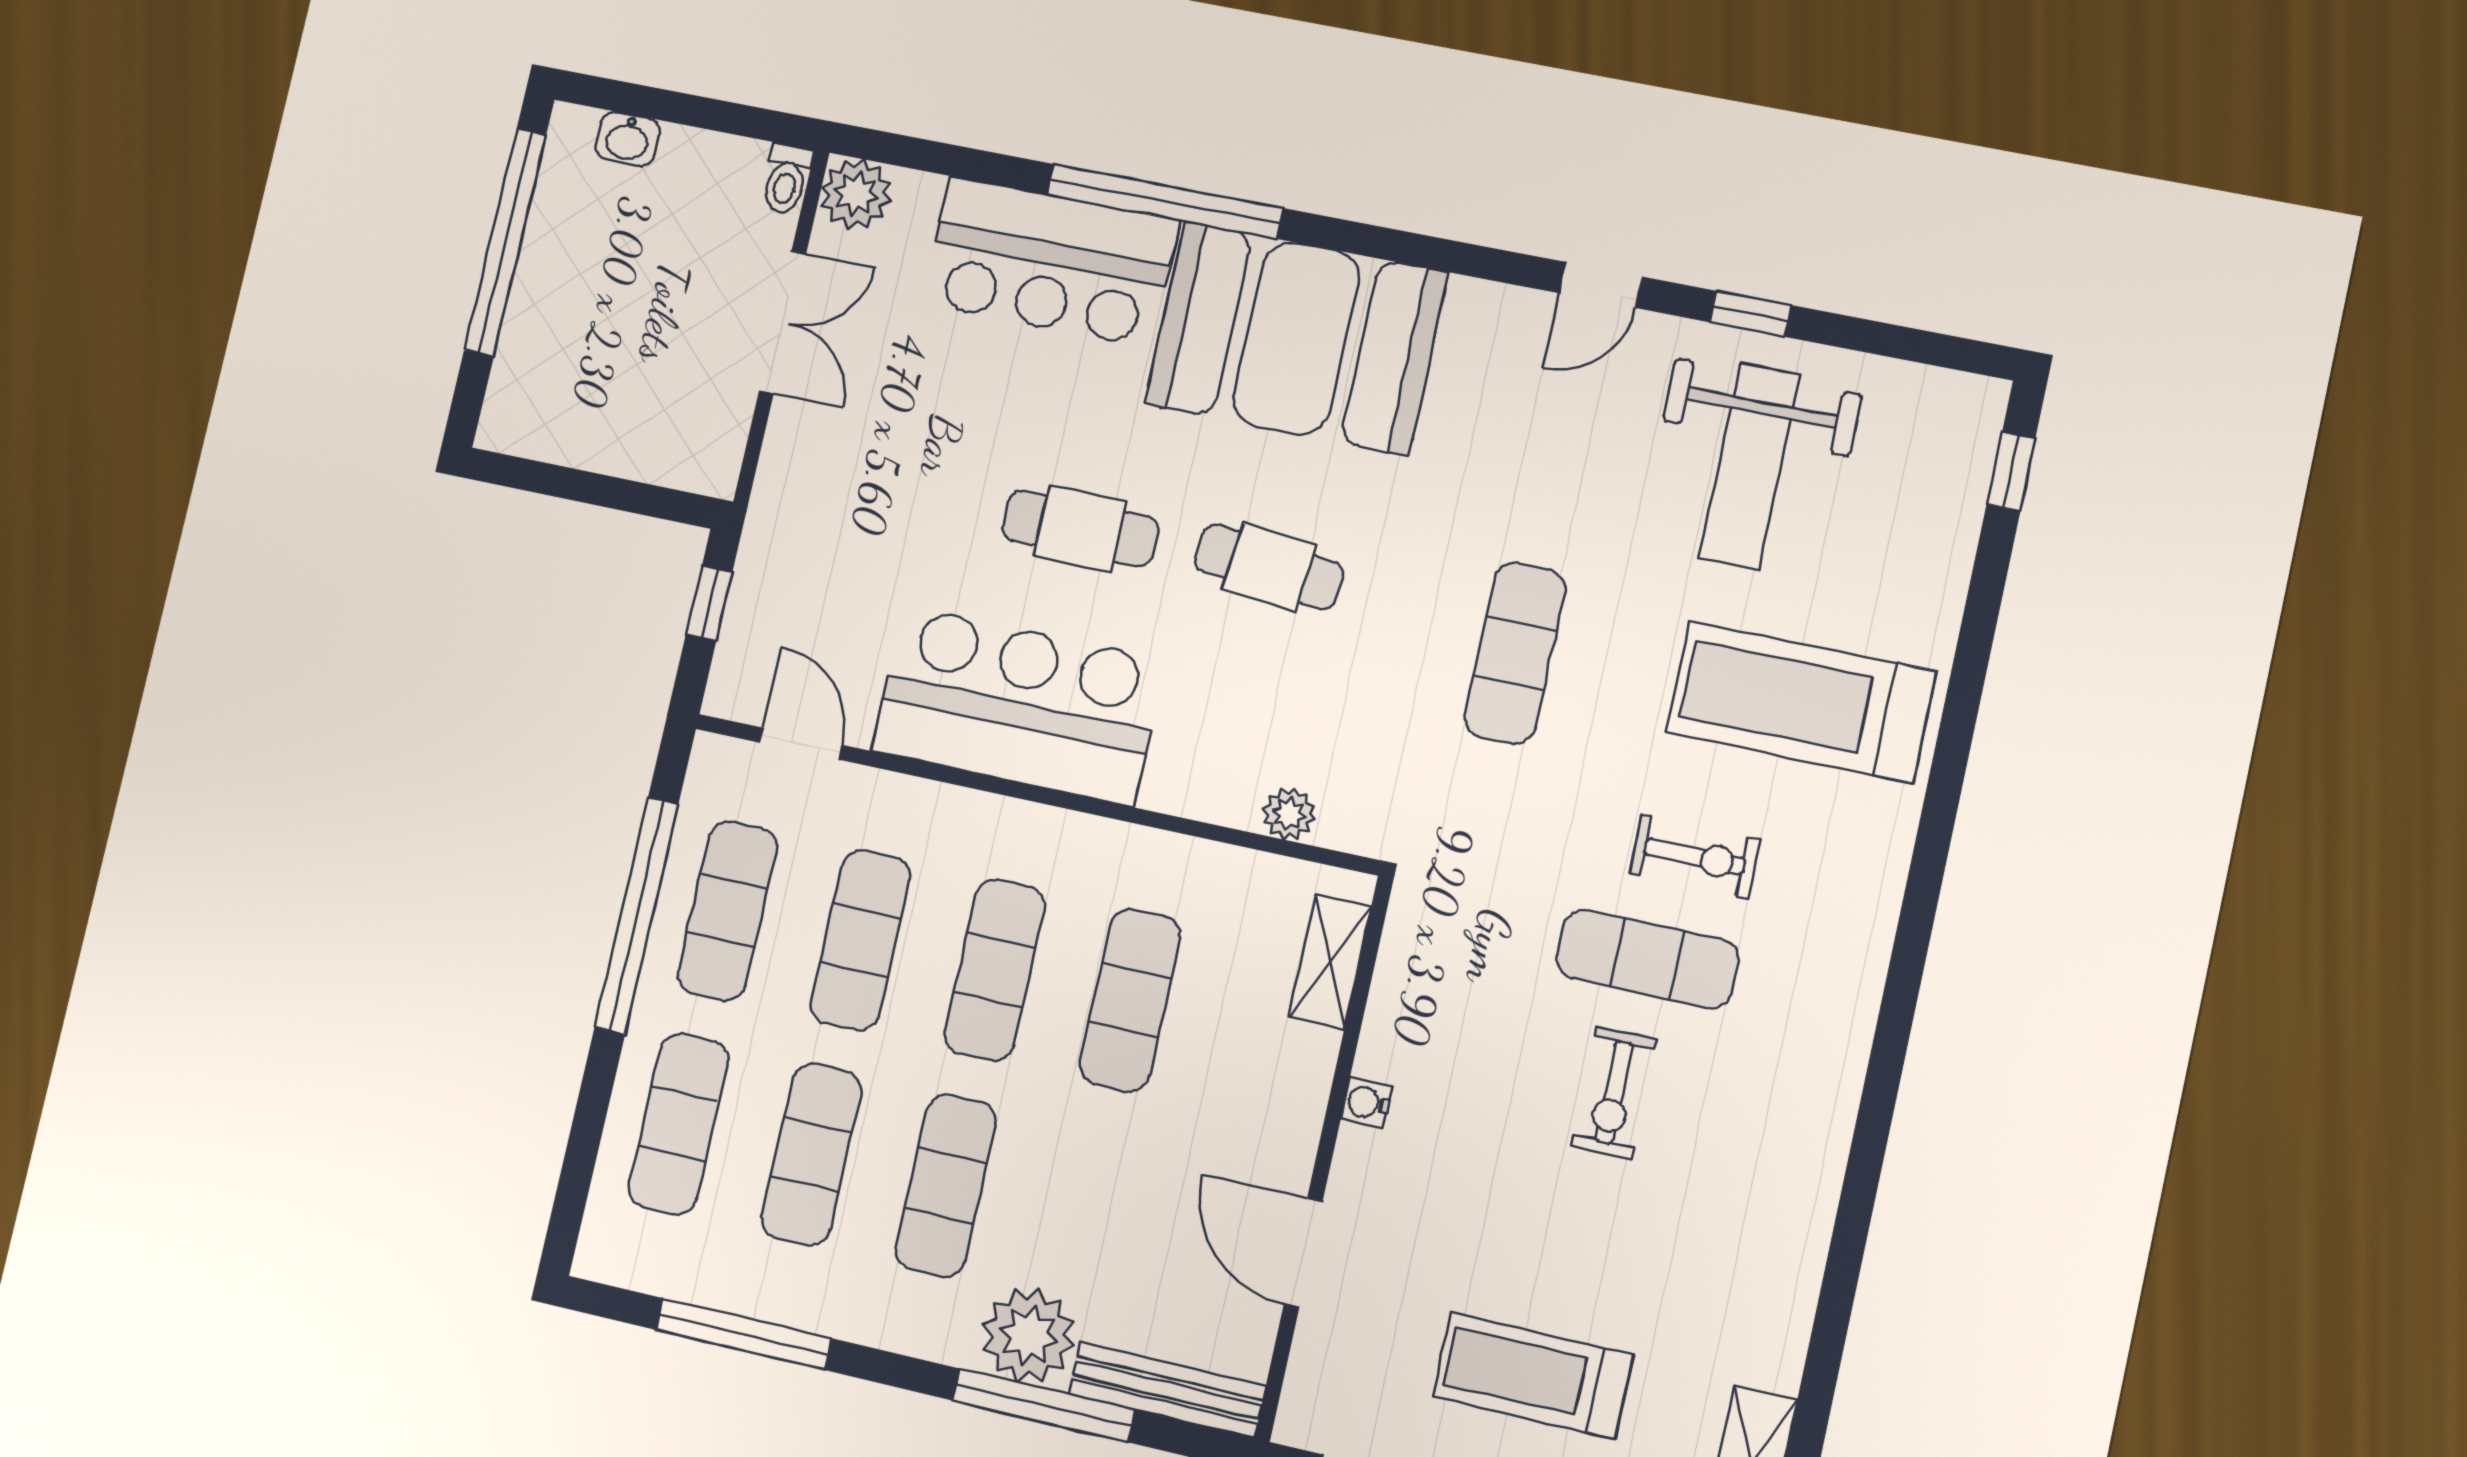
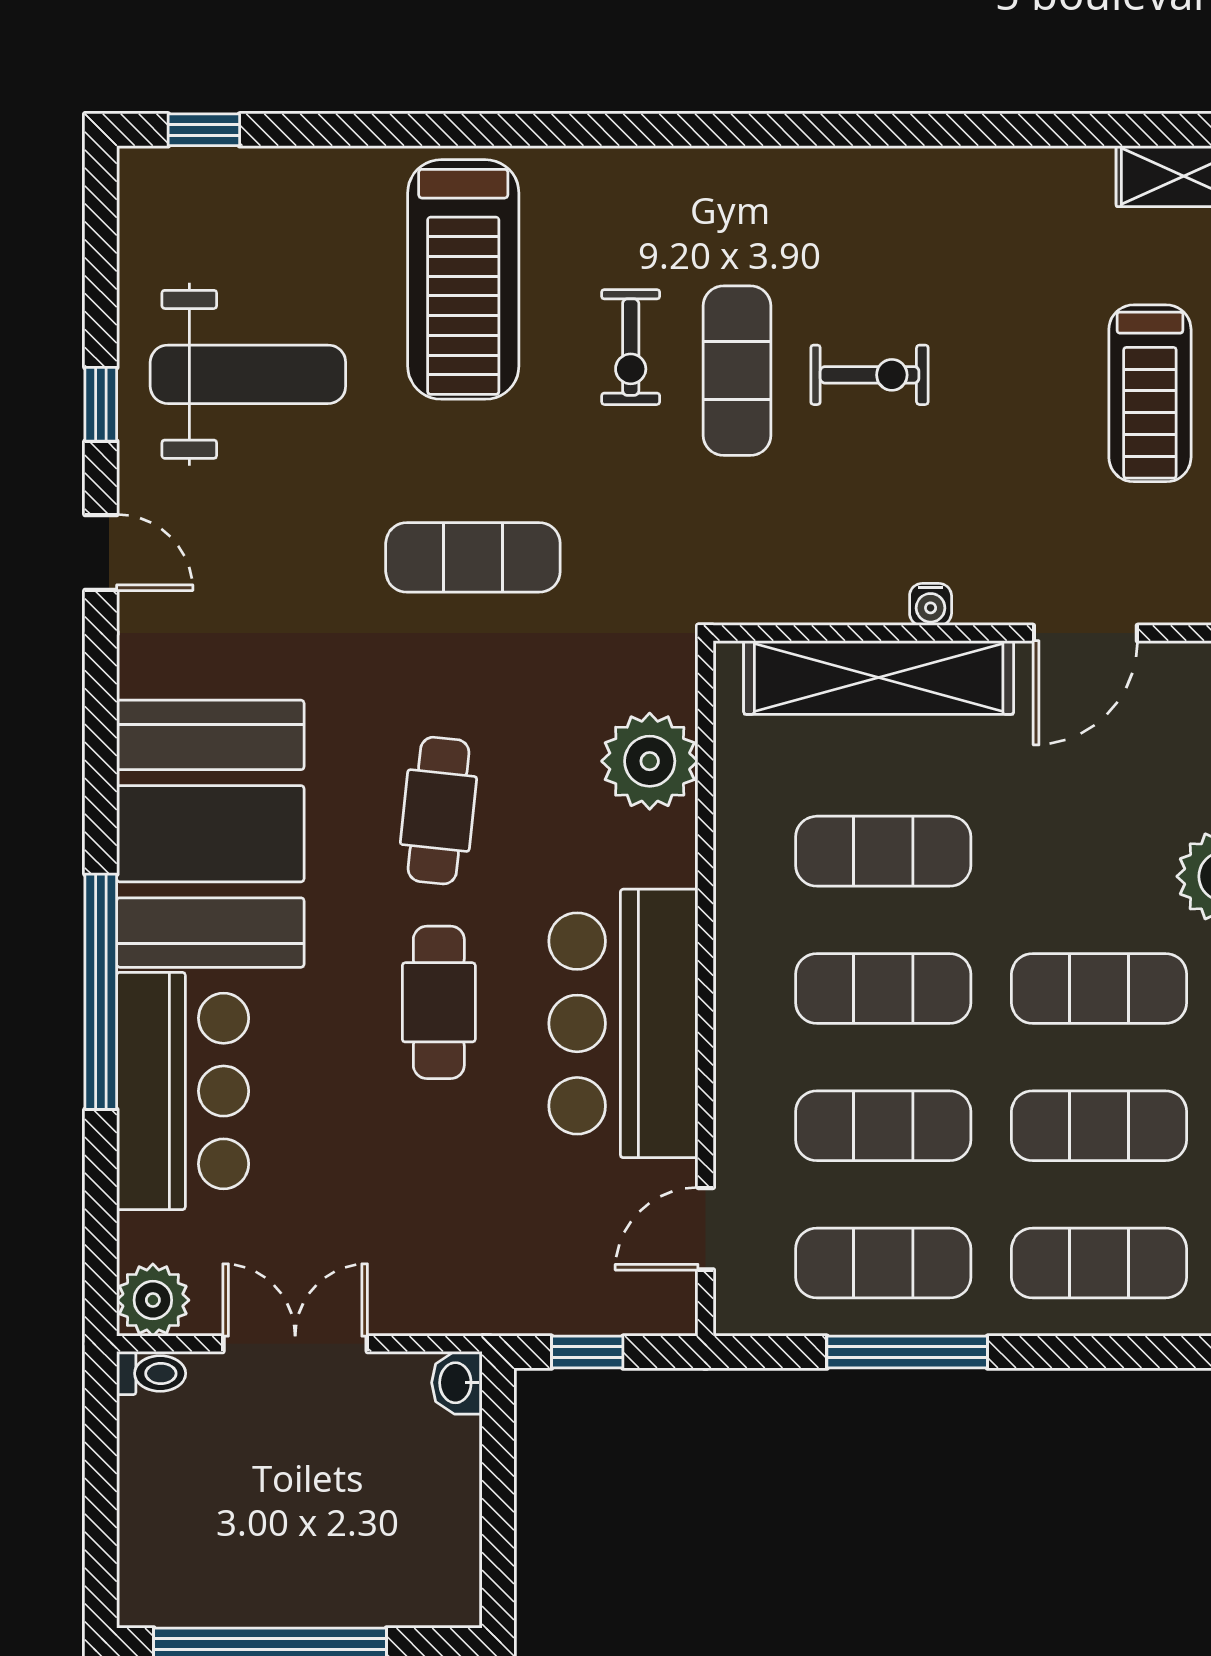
washbasin: (628, 139) -> (457, 1383), moved, turned 180
plant: (1289, 814) -> (650, 761), width x1.88, depth x1.88
exercise bike: (1695, 856) -> (631, 347), turned 180
window: (637, 915) -> (907, 1352), width x0.68
shelving: (1330, 962) -> (879, 678), width x2.20, depth x1.33

